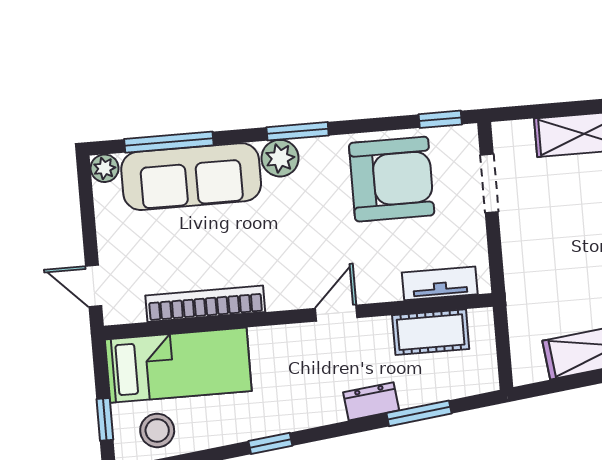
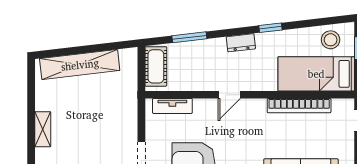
cot: (431, 332) -> (156, 66), moved, turned 90
dresser: (371, 401) -> (241, 43), moved

